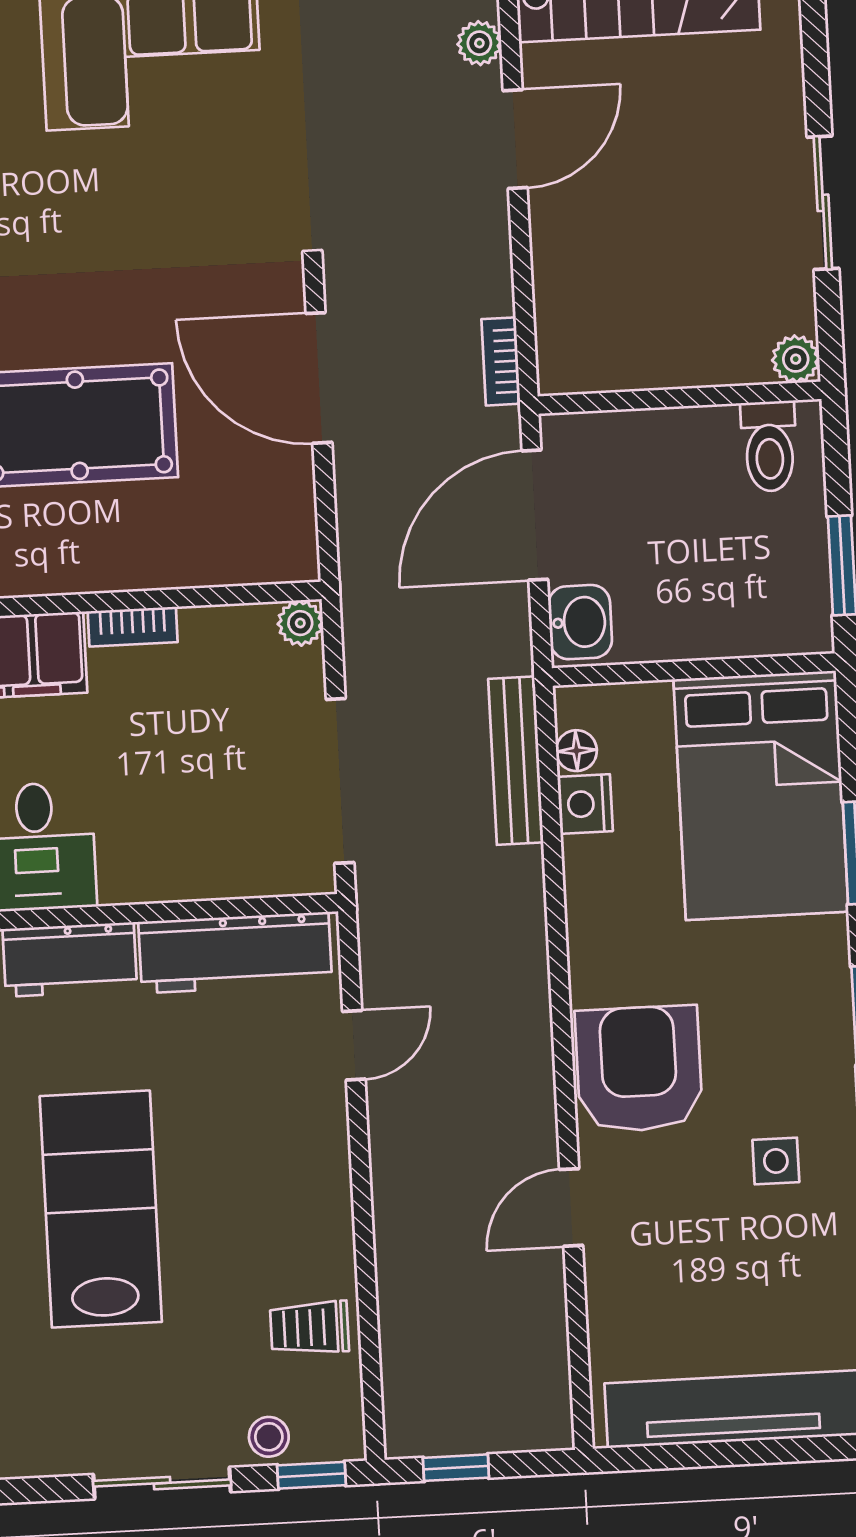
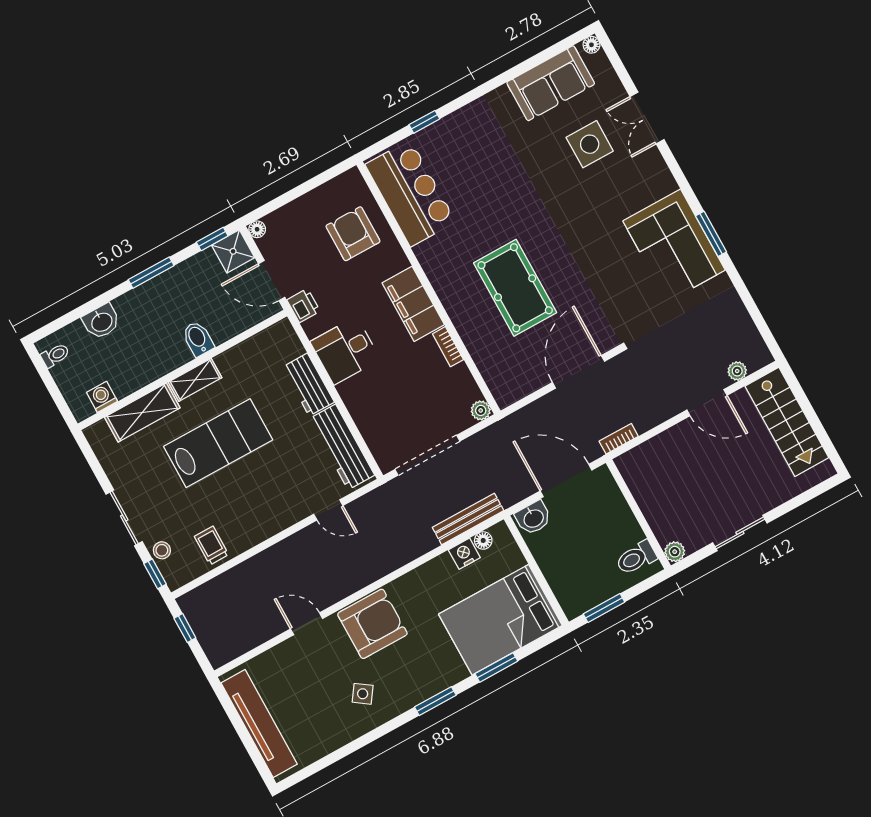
side table: (776, 1161) -> (363, 694), turned 35

